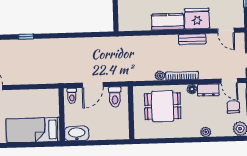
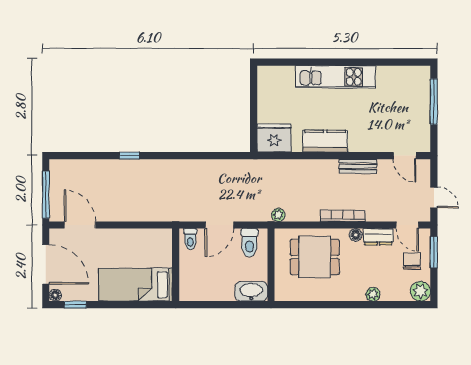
fridge: (197, 19) -> (274, 138), moved
plant: (160, 76) -> (278, 215), moved
washbasin: (77, 134) -> (251, 291), moved

